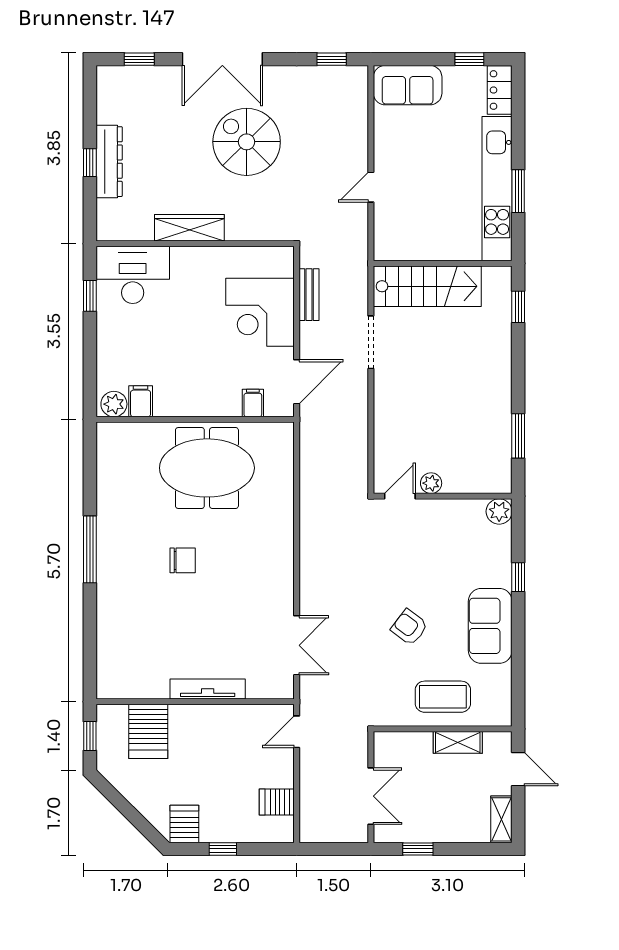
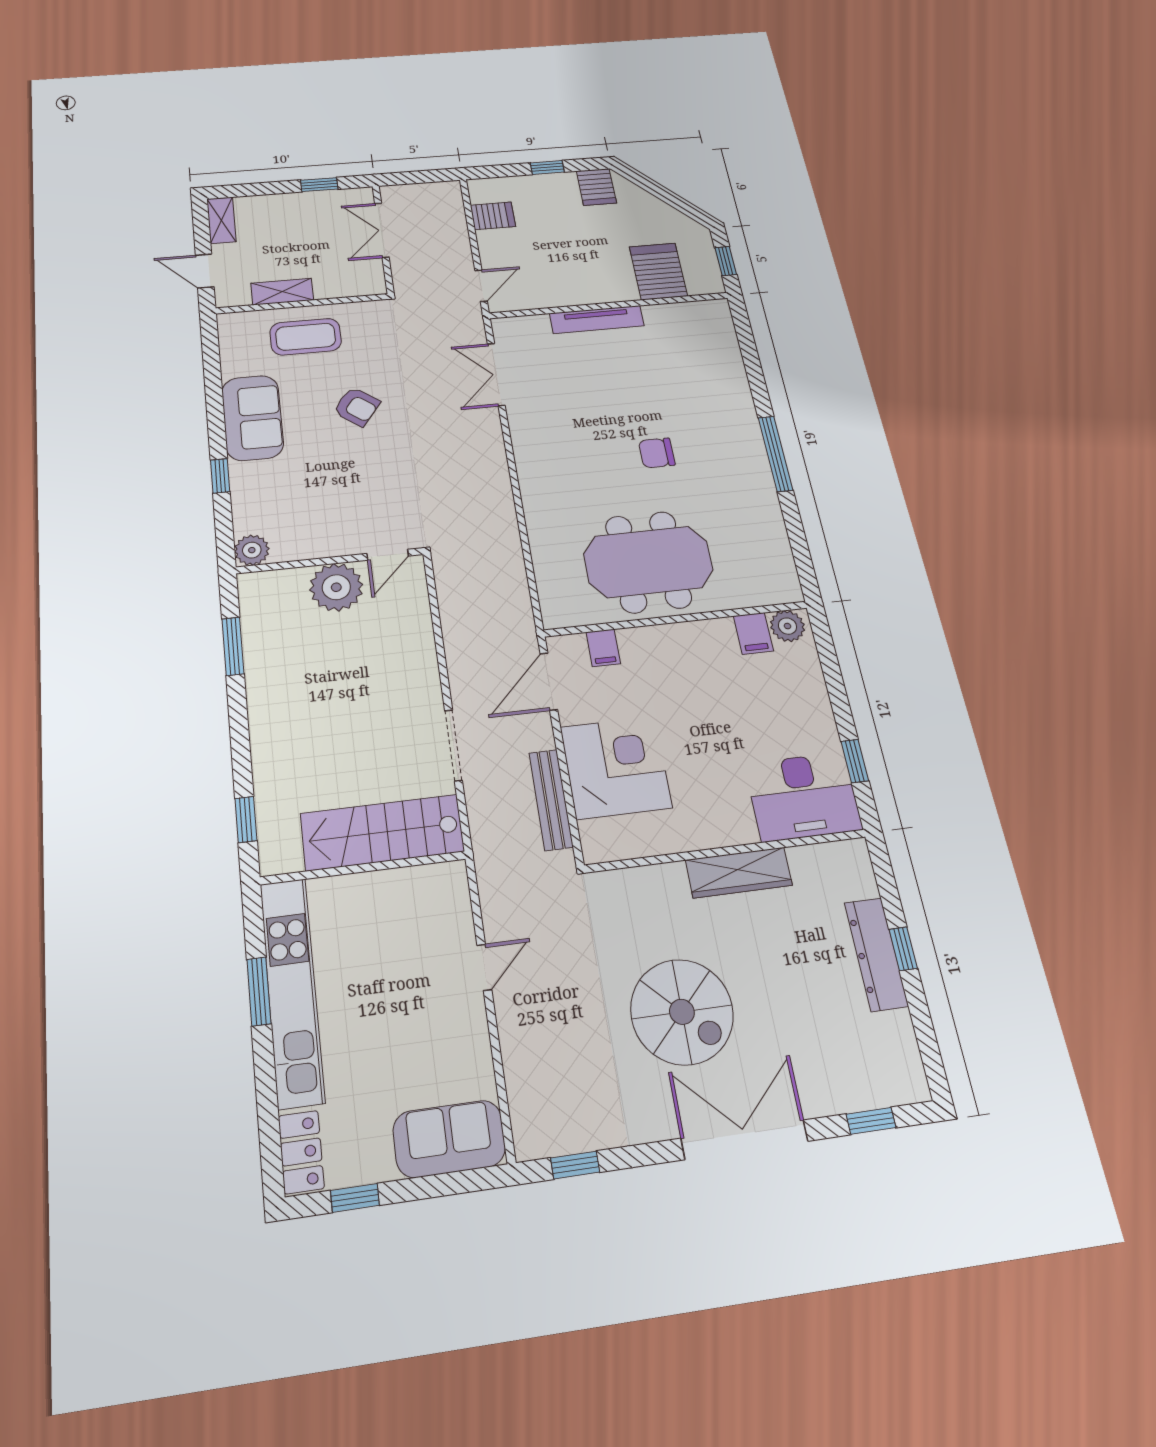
bench: (309, 295) -> (551, 800), width x1.36
plant: (431, 483) -> (336, 587), width x1.87, depth x1.87

